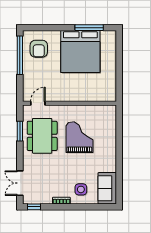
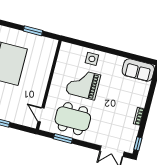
window: (119, 74) -> (33, 31), added
side table: (81, 189) -> (92, 59), moved

